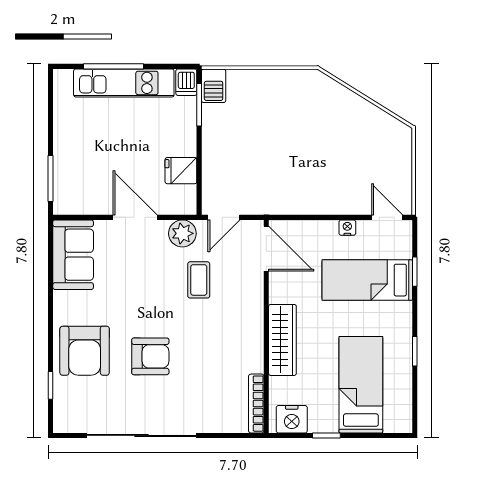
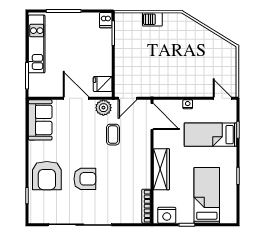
kitchen unit: (124, 83) -> (37, 44), moved, turned -90
barbecue: (214, 86) -> (152, 19), moved, turned 90
fridge: (181, 171) -> (103, 84), moved
nightstand: (347, 228) -> (188, 104), moved

